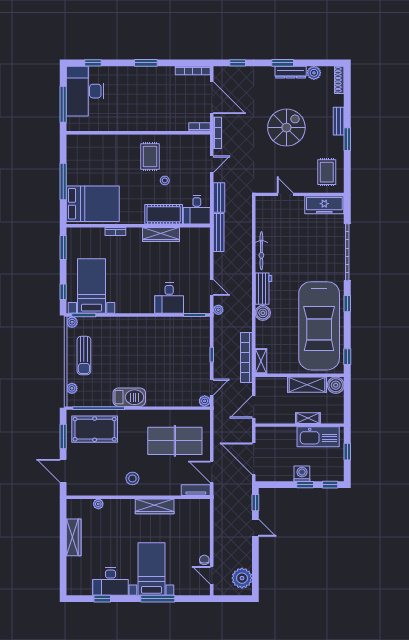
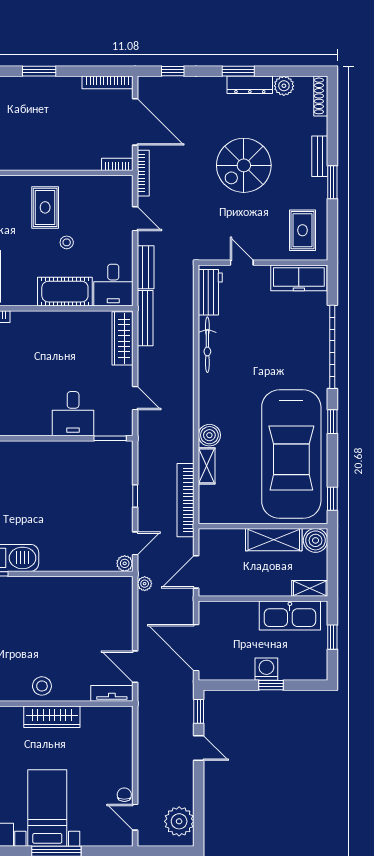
spiral stairs: (286, 128) -> (244, 165), turned 180
door: (212, 164) -> (135, 219), hinge flipped
wardrobe: (161, 234) -> (122, 338), moved, turned 90
workbench: (263, 289) -> (210, 292), moved
plant: (218, 310) -> (145, 584), moved
shelving: (261, 361) -> (207, 466), moved
shelving: (308, 418) -> (310, 588), moved
table tennis table: (175, 441) -> (81, 622), removed
stool: (132, 478) -> (42, 686), moved
window: (330, 485) -> (307, 685), removed

